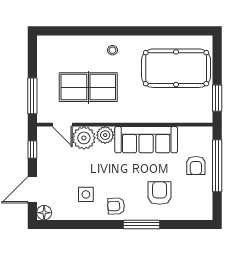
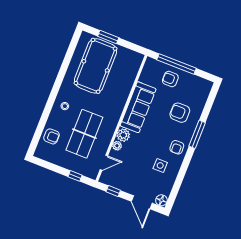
armchair: (69, 48) -> (51, 136), added
window: (32, 96) -> (75, 176), width x0.46
window: (217, 98) -> (108, 37), moved
plant: (84, 138) -> (117, 146), width x0.53, depth x0.53
armchair: (196, 165) -> (170, 79), turned 180

